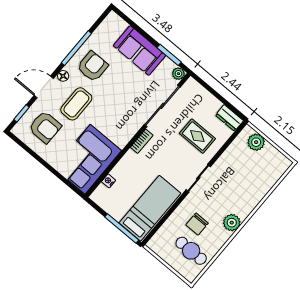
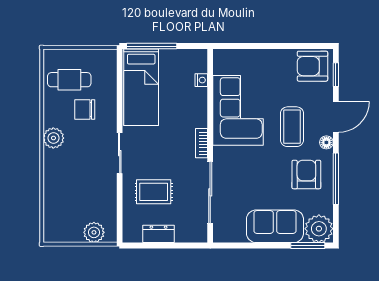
window: (169, 55) -> (308, 246), moved
armchair: (93, 66) -> (306, 175), turned 180
plant: (178, 74) -> (319, 229), moved, width x1.88, depth x1.88
dresser: (229, 118) -> (159, 234), moved
armchair: (45, 127) -> (312, 66), moved
corner sofa: (88, 159) -> (238, 110), moved
chair: (197, 224) -> (85, 109), turned -90

